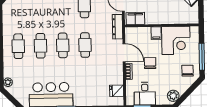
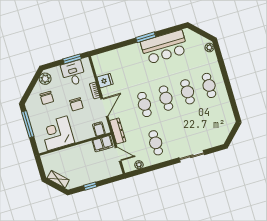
filing cabinet: (156, 33) -> (99, 129), moved
door: (124, 53) -> (104, 107), swing flipped
chair: (188, 71) -> (47, 98), moved
fridge: (117, 91) -> (105, 81), moved

